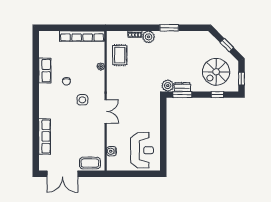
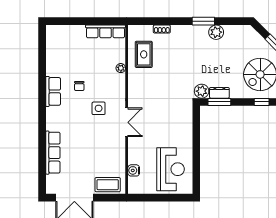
row of seats: (82, 36) -> (106, 31), width x0.73
plant: (149, 37) -> (216, 32), moved
row of seats: (45, 71) -> (53, 91), moved

